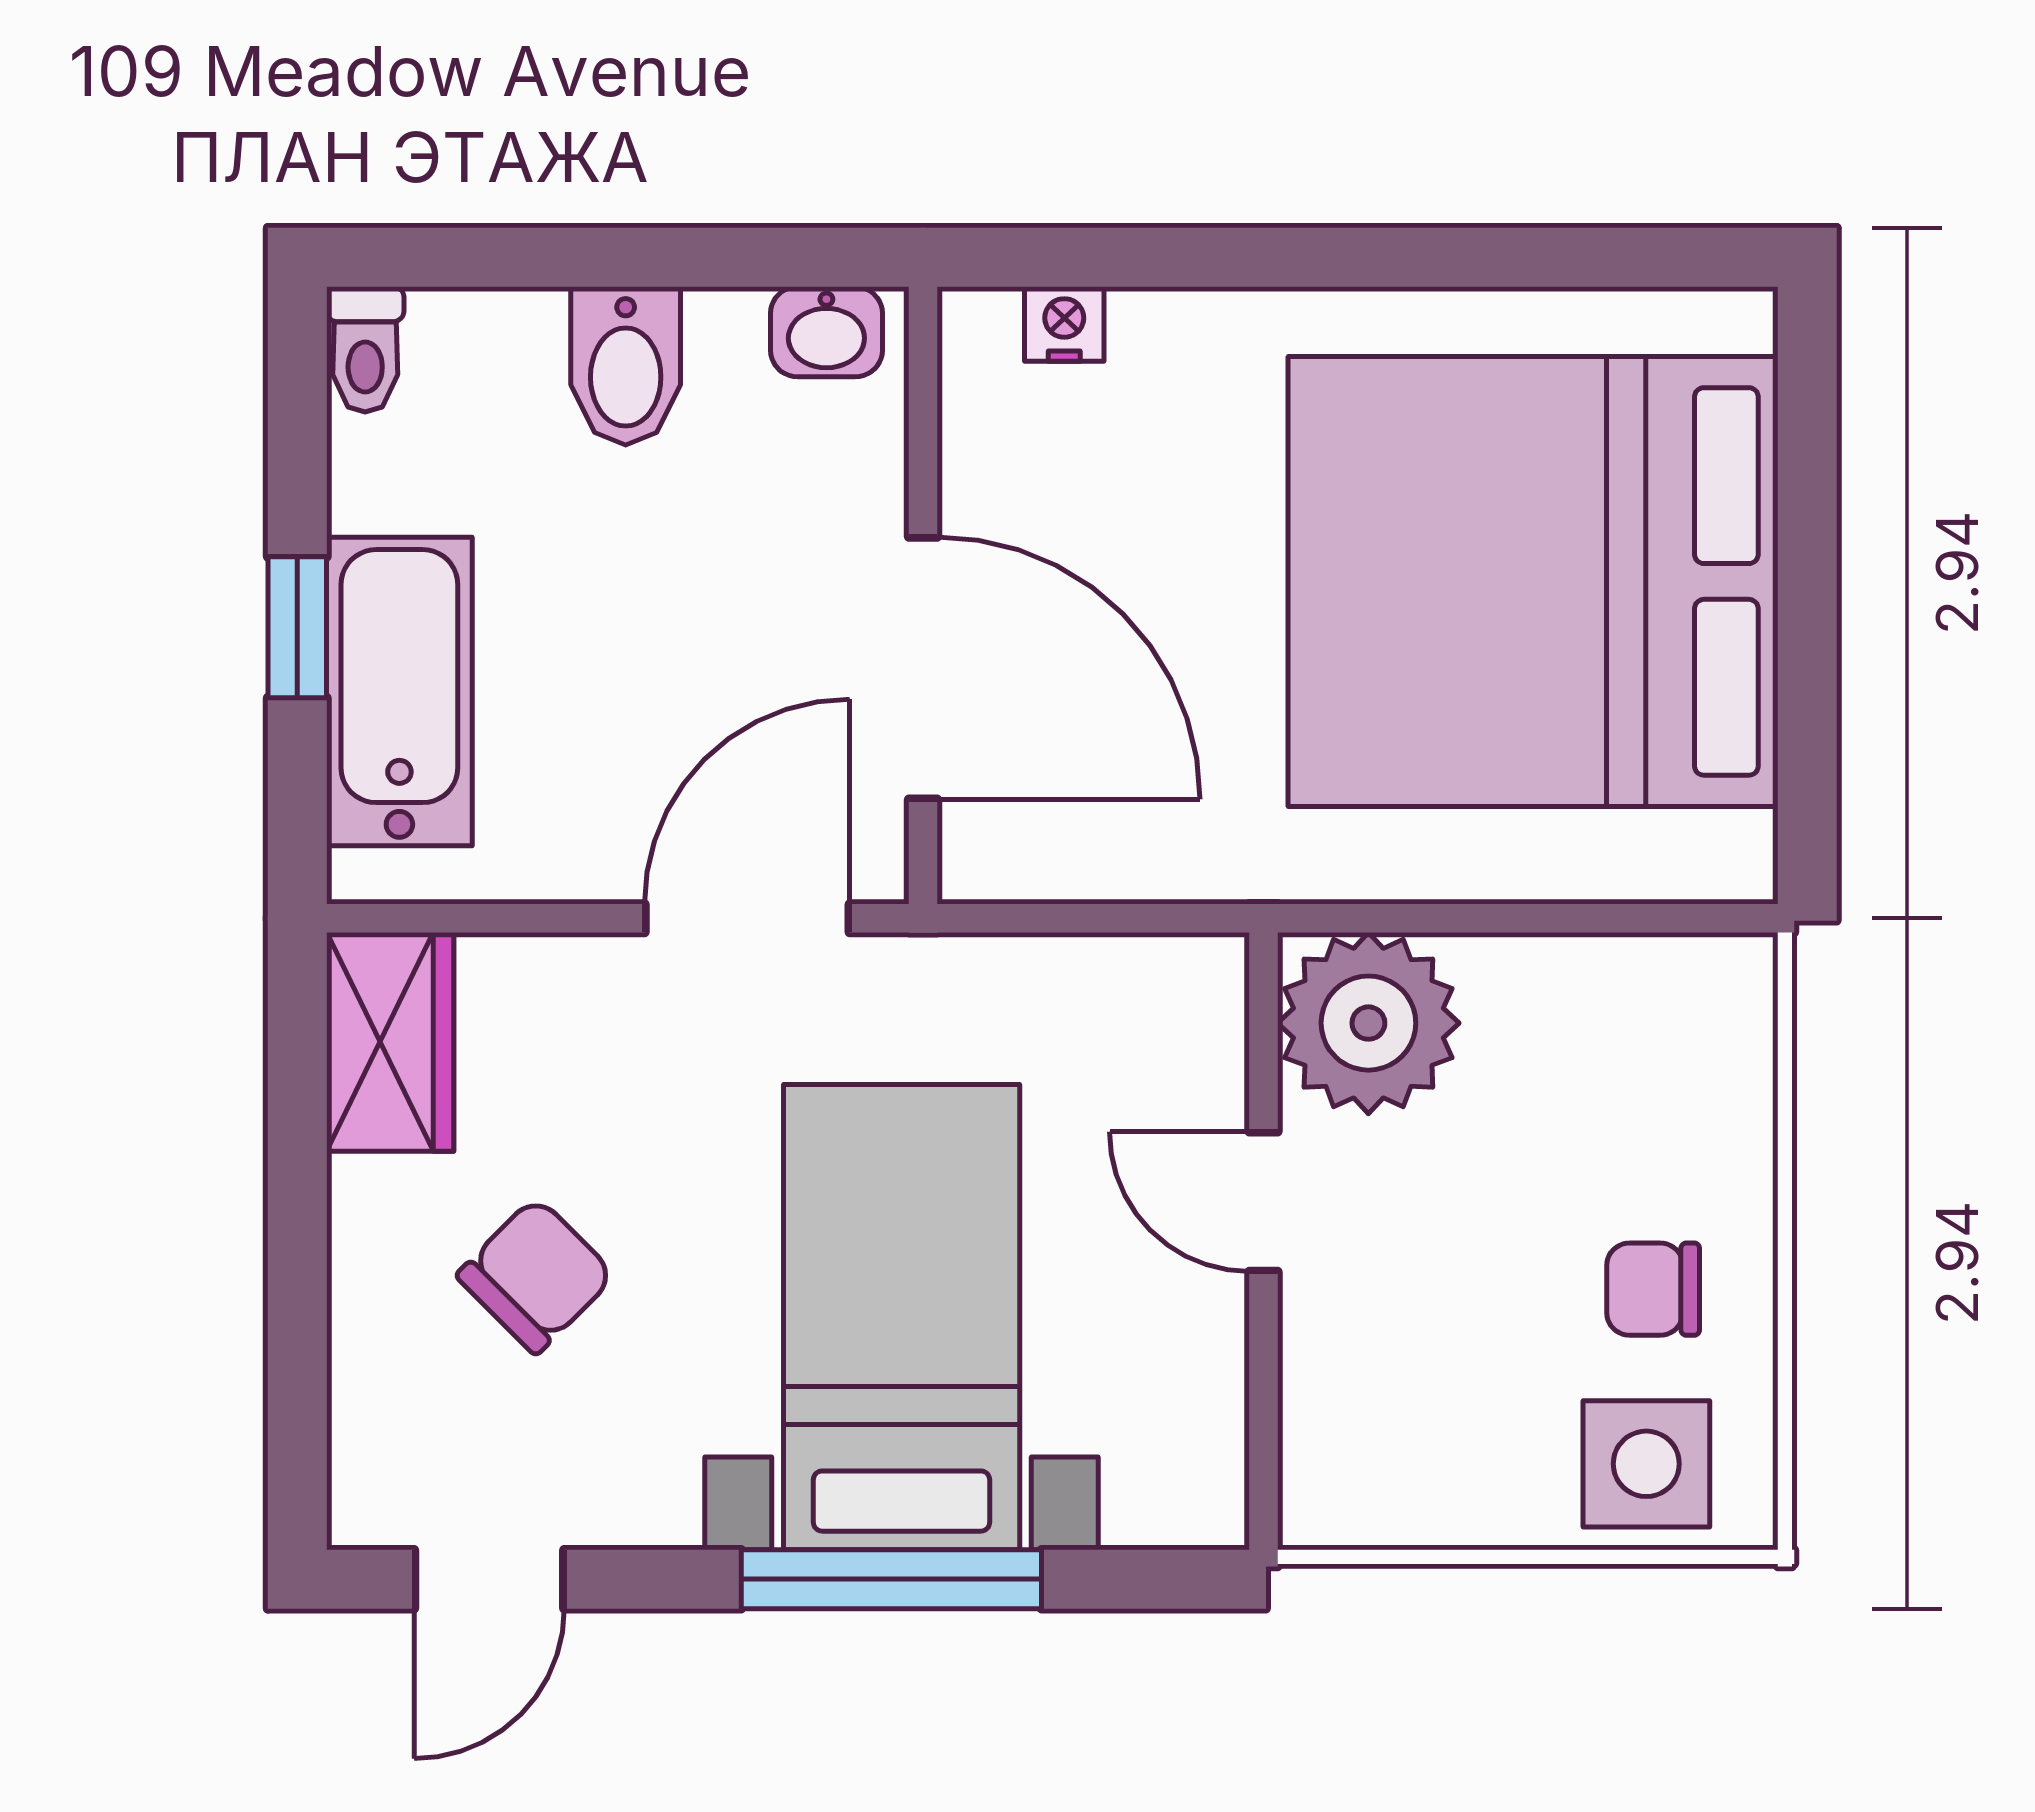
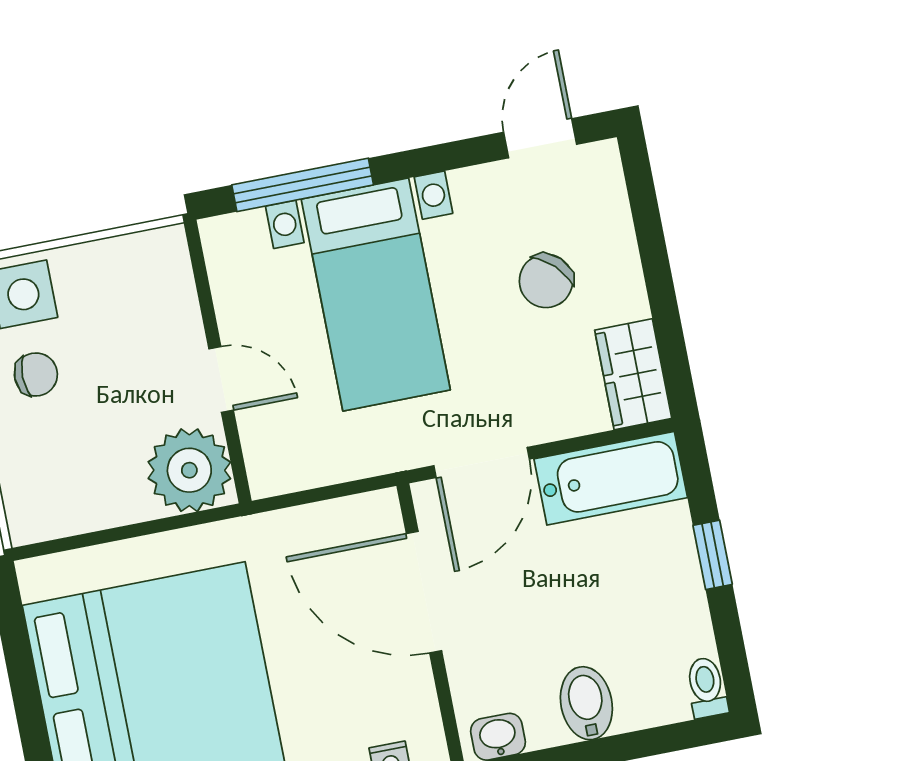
bathtub: (399, 692) -> (611, 478), moved, turned -90
window: (891, 1579) -> (303, 185), moved

